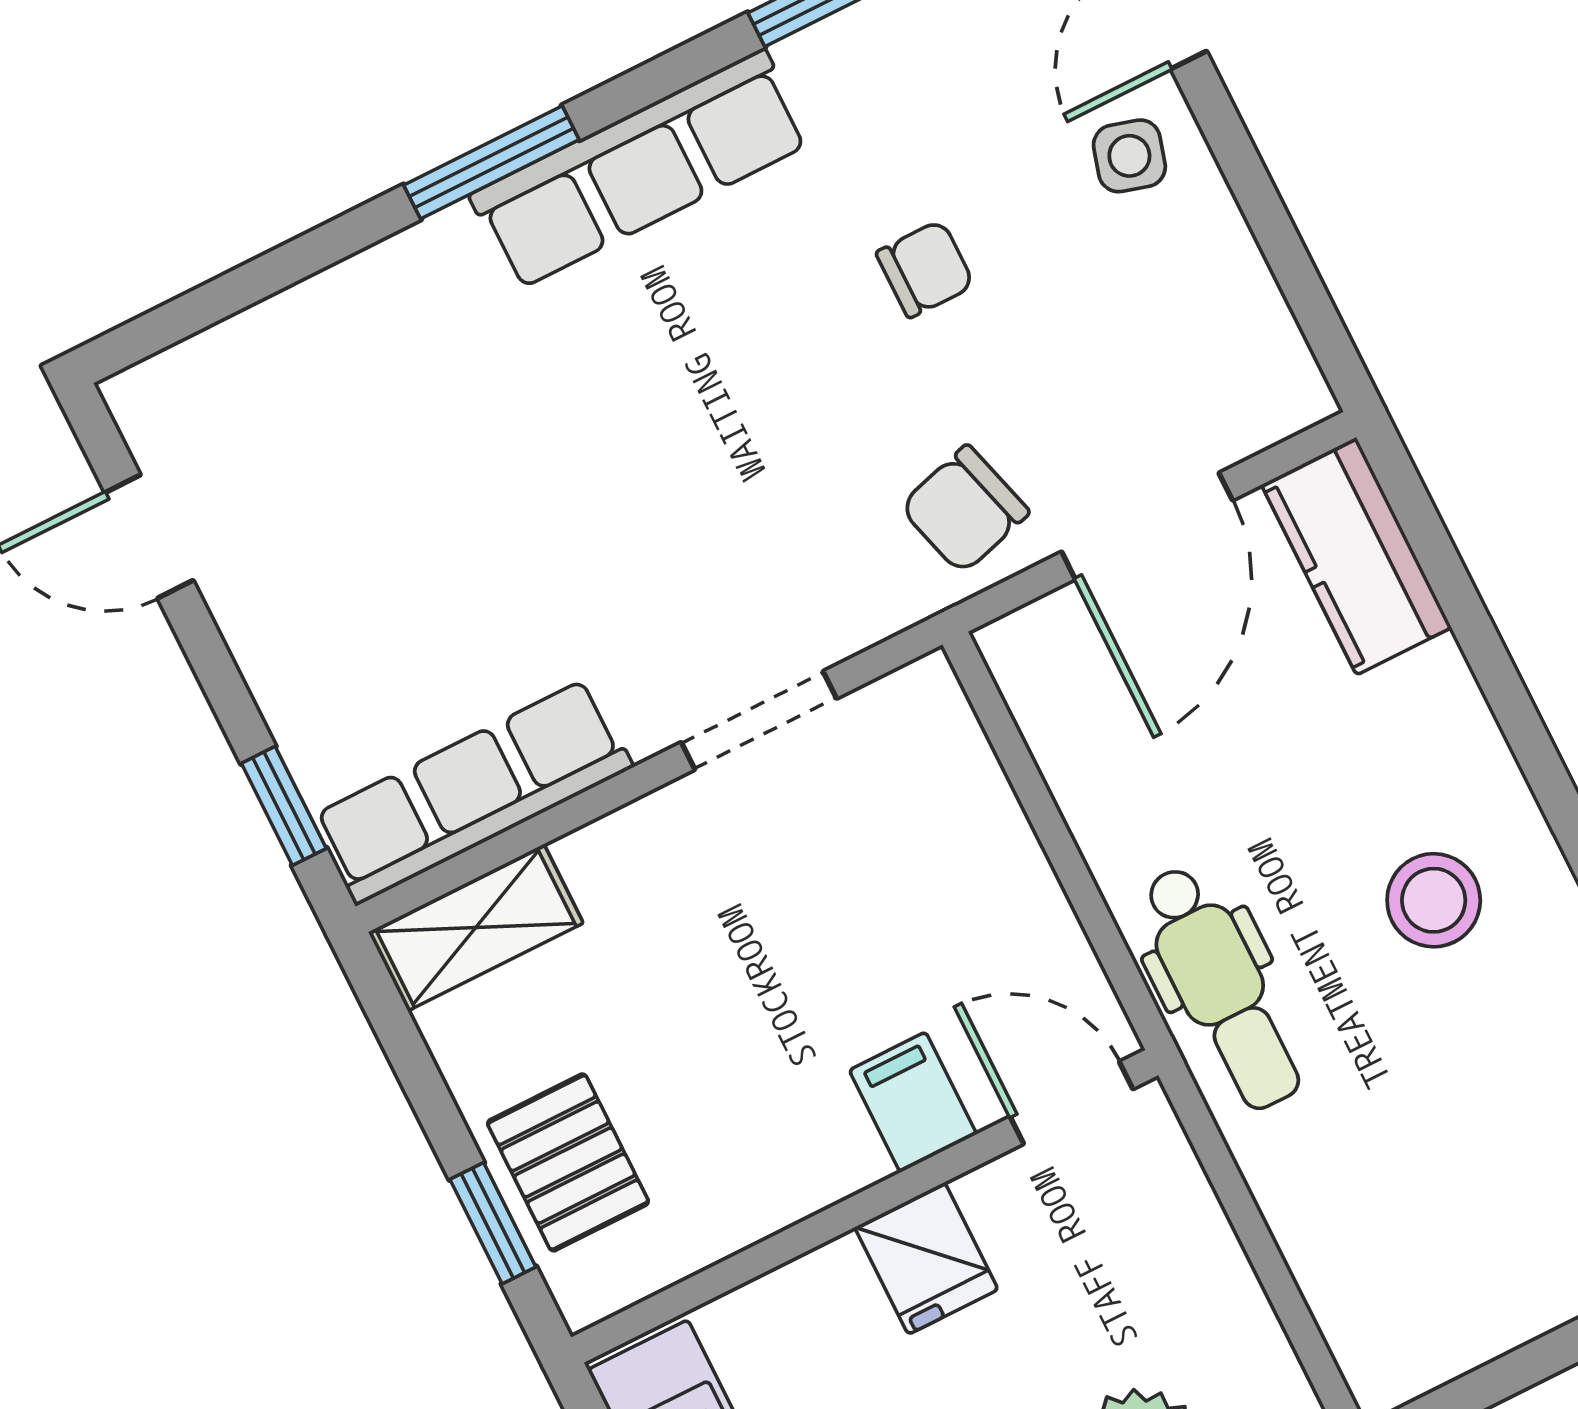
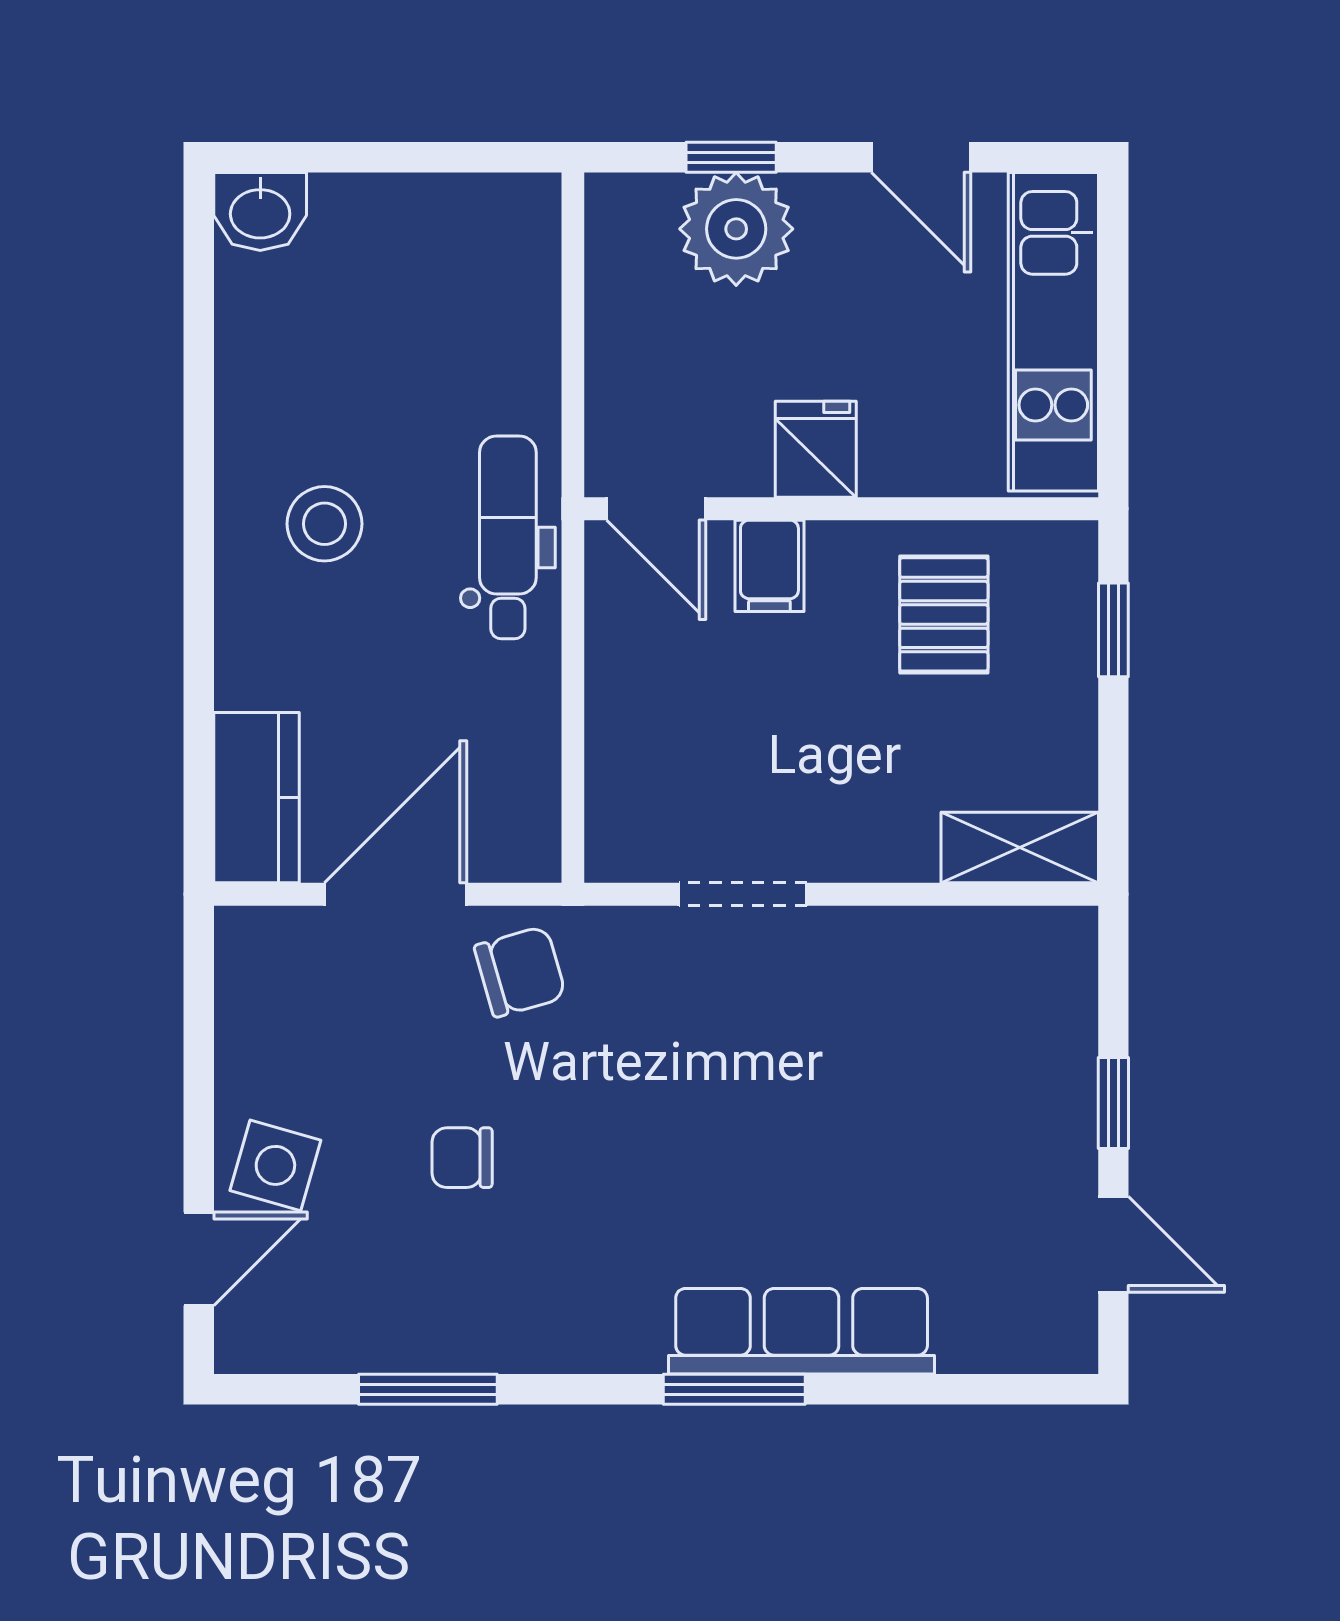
side table: (1129, 156) -> (275, 1165), width x1.37, depth x1.37
row of seats: (640, 169) -> (802, 1331), moved
row of seats: (472, 792) -> (973, 946), removed
window: (284, 806) -> (1113, 1103), moved
pallet: (568, 1162) -> (944, 614), moved

